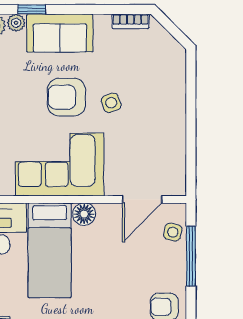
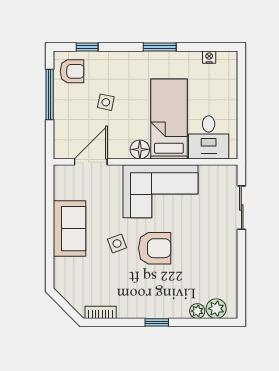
window: (32, 9) -> (157, 322), moved
sofa: (60, 33) -> (69, 229), moved, turned 90
side table: (173, 232) -> (106, 102), moved
window: (191, 256) -> (50, 94), moved

